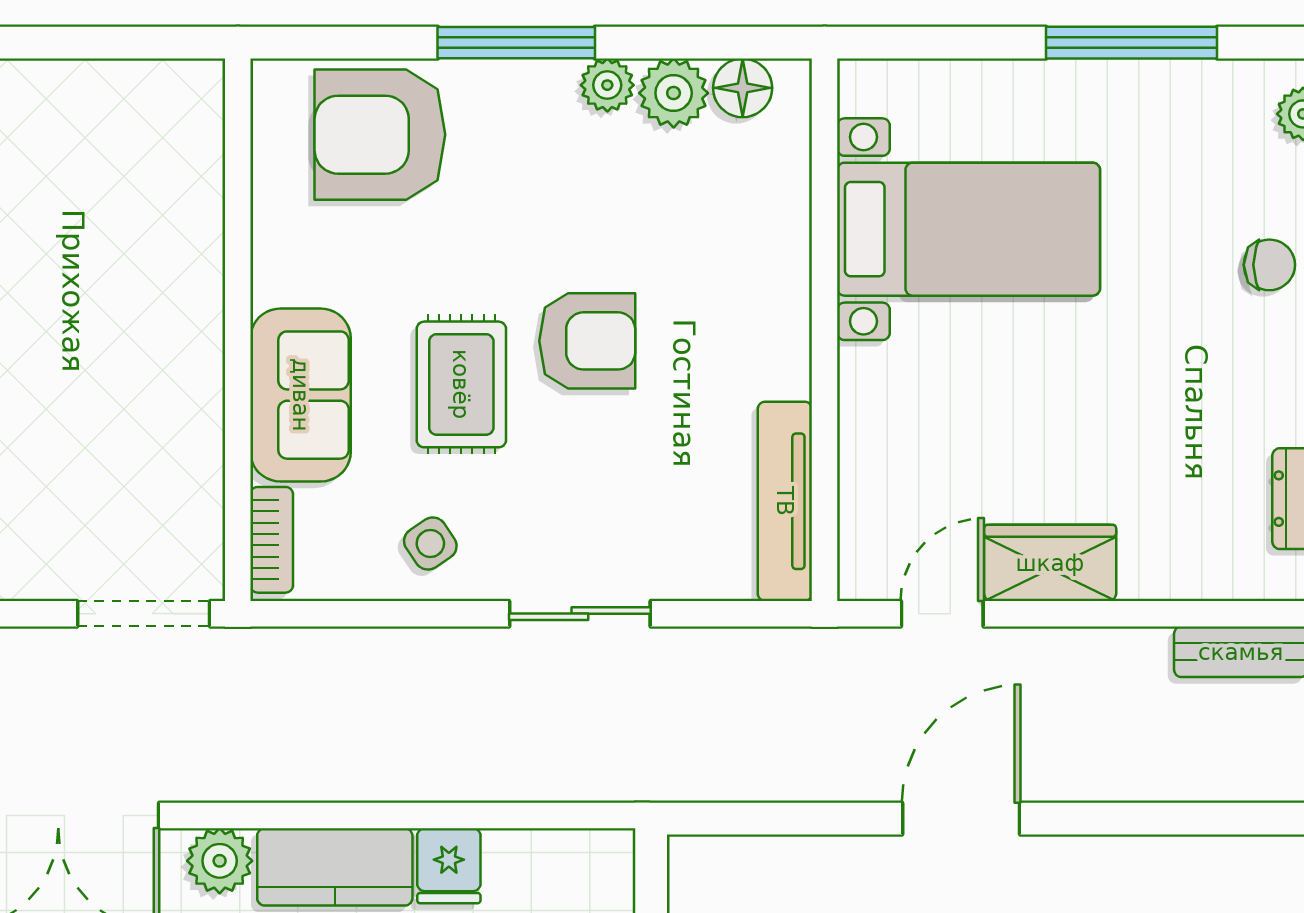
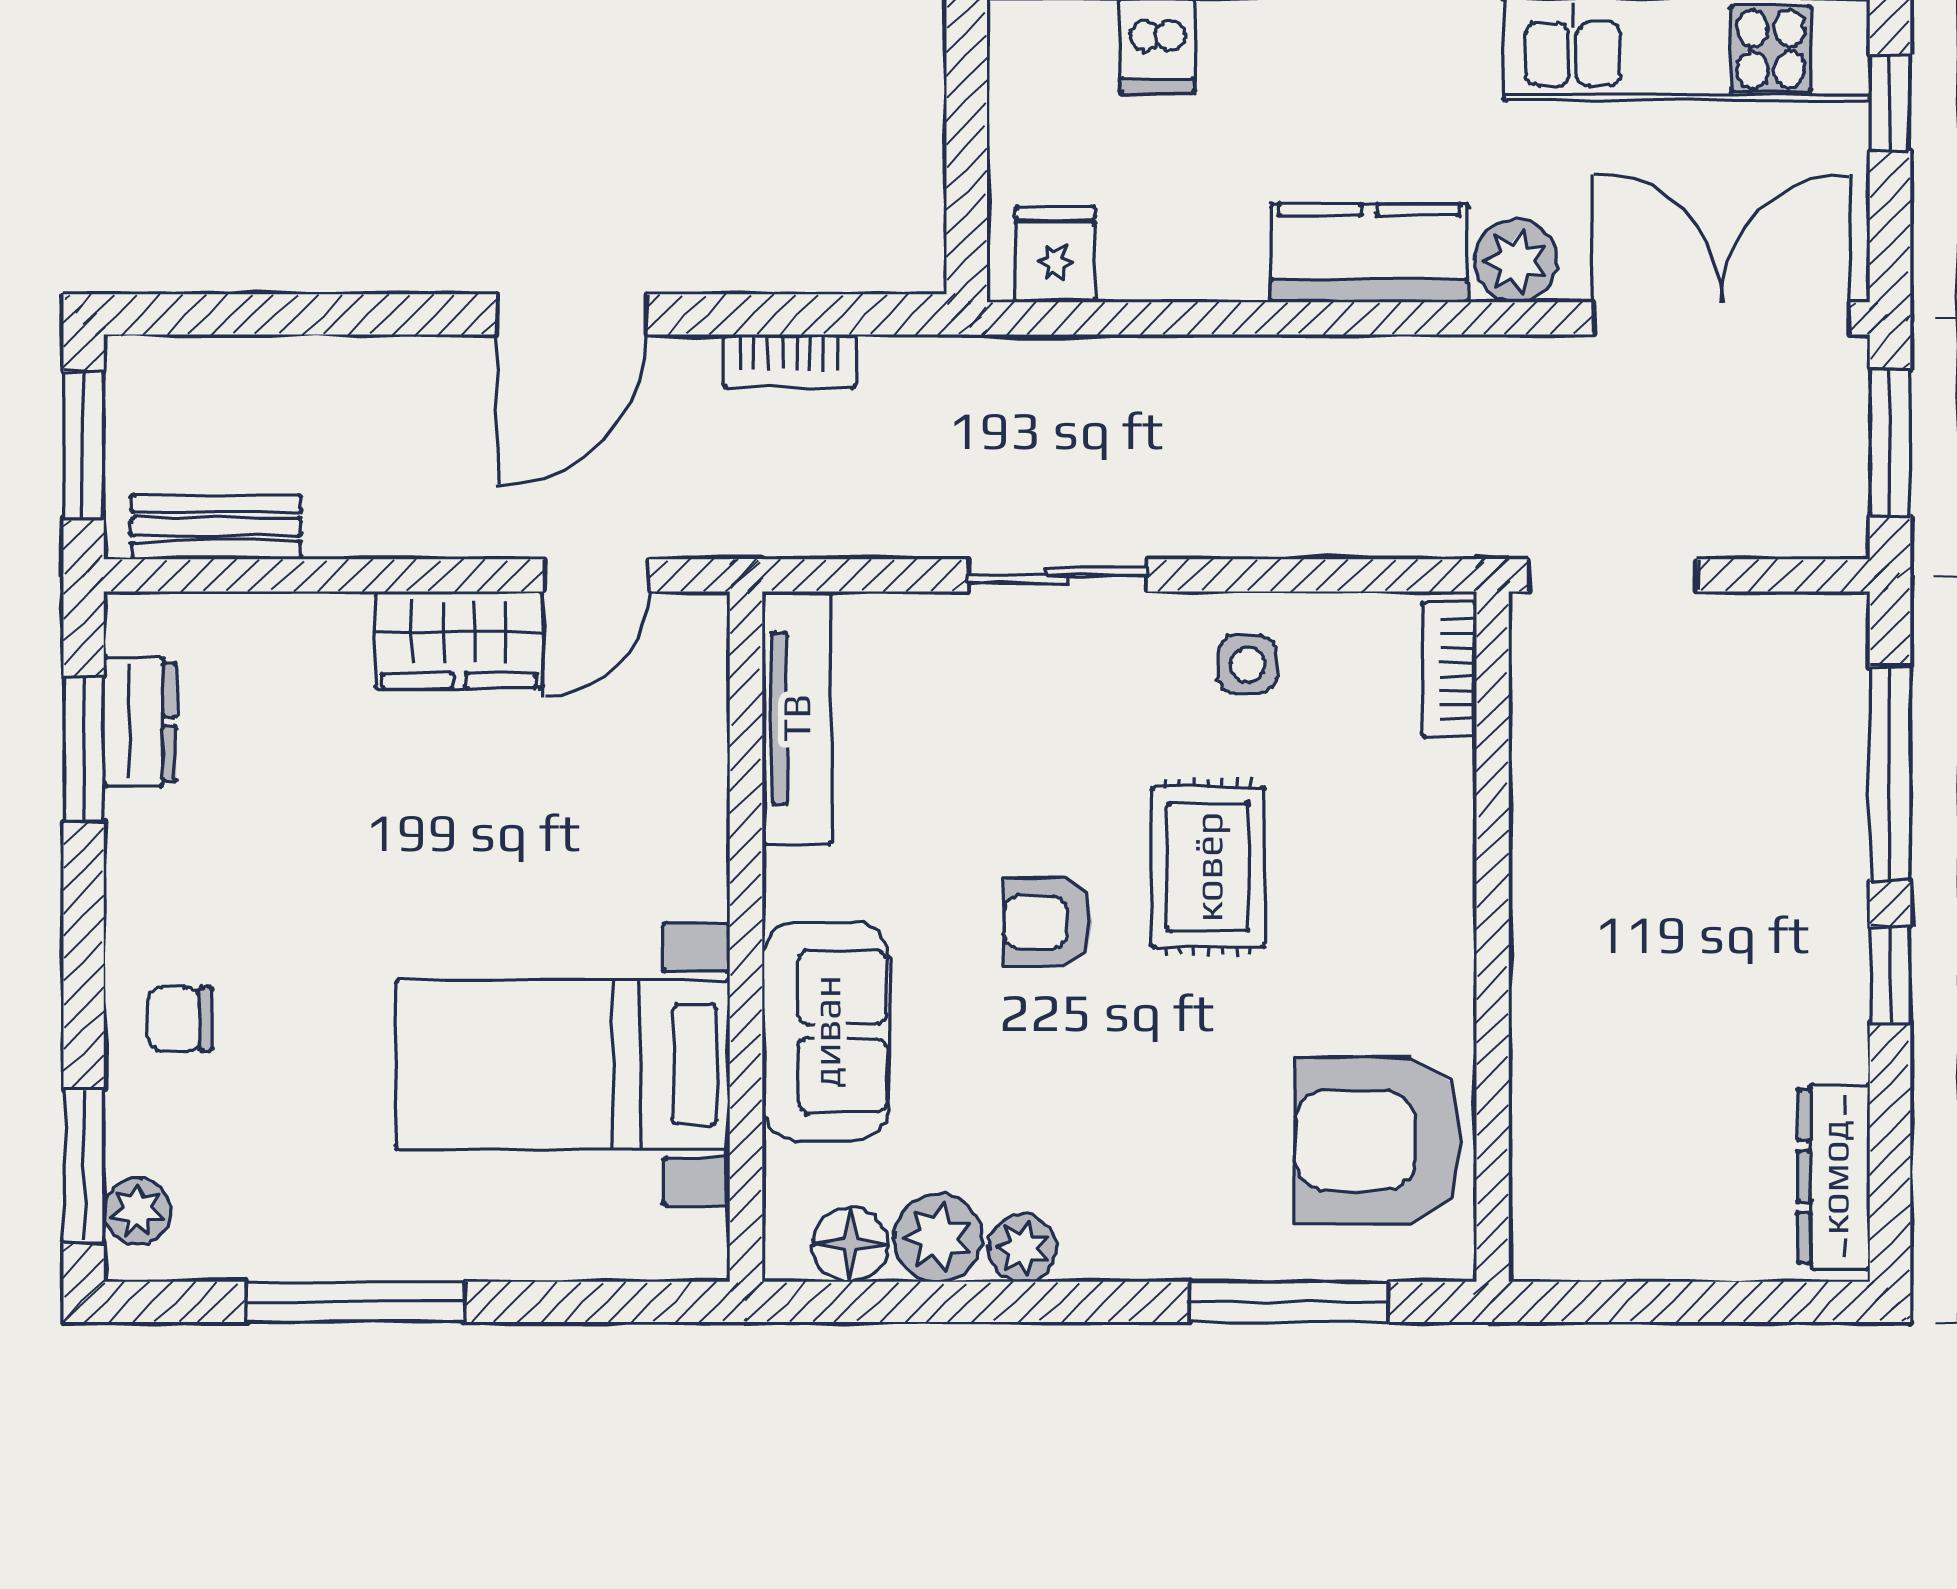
window: (516, 43) -> (1289, 1302), moved
armchair: (380, 135) -> (1379, 1140), moved, turned 180
armchair: (587, 341) -> (1048, 922), width x0.72, depth x0.72
sofa: (301, 395) -> (826, 1031), moved, turned 180
side table: (430, 543) -> (1248, 665), turned 34
bookcase: (791, 782) -> (789, 361), added
fridge: (449, 866) -> (1055, 255), moved

